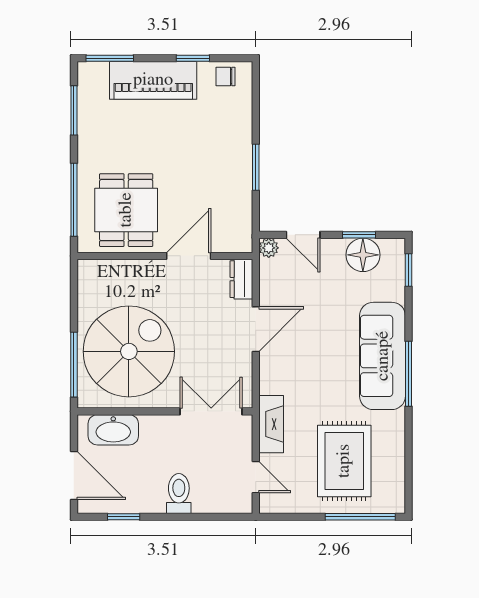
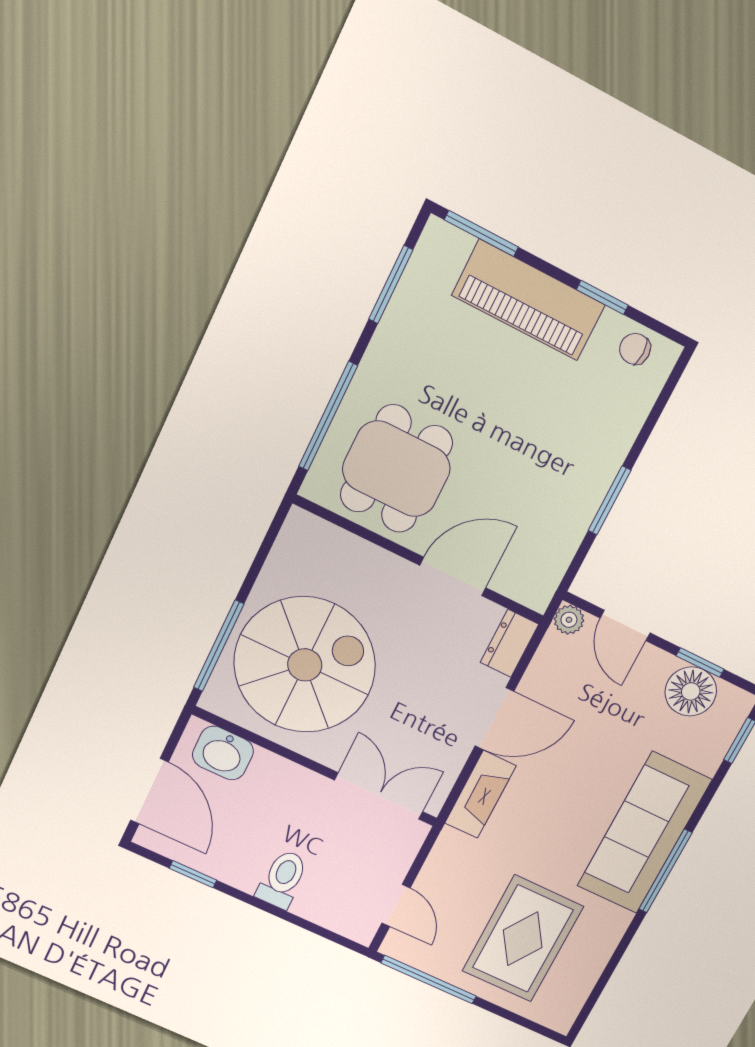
fireplace: (271, 424) -> (480, 794), moved
washbasin: (113, 430) -> (223, 753), width x0.72
window: (360, 517) -> (429, 980), moved

